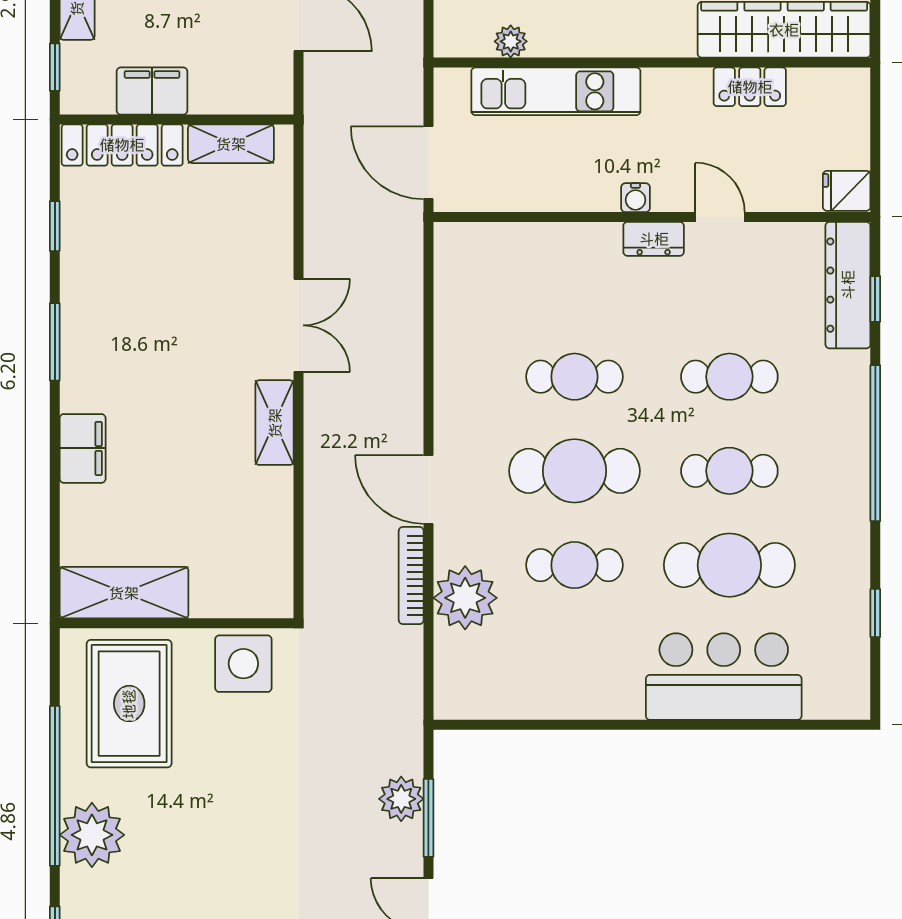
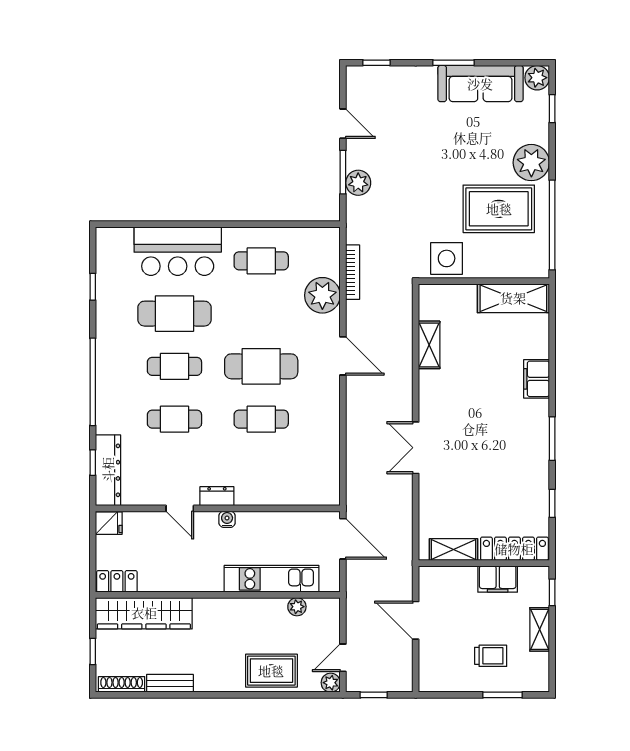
locker: (750, 87) -> (117, 581), moved
shelving: (275, 423) -> (429, 345), moved
cafe table: (574, 565) -> (261, 261), moved
bookcase: (411, 576) -> (353, 272), moved
rug: (129, 704) -> (499, 209), moved, turned 90
window: (55, 786) -> (552, 225), moved

